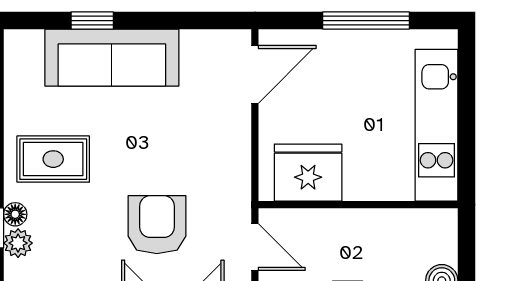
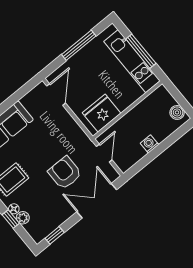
window: (466, 121) -> (141, 51), added
door: (255, 247) -> (104, 153), hinge flipped

